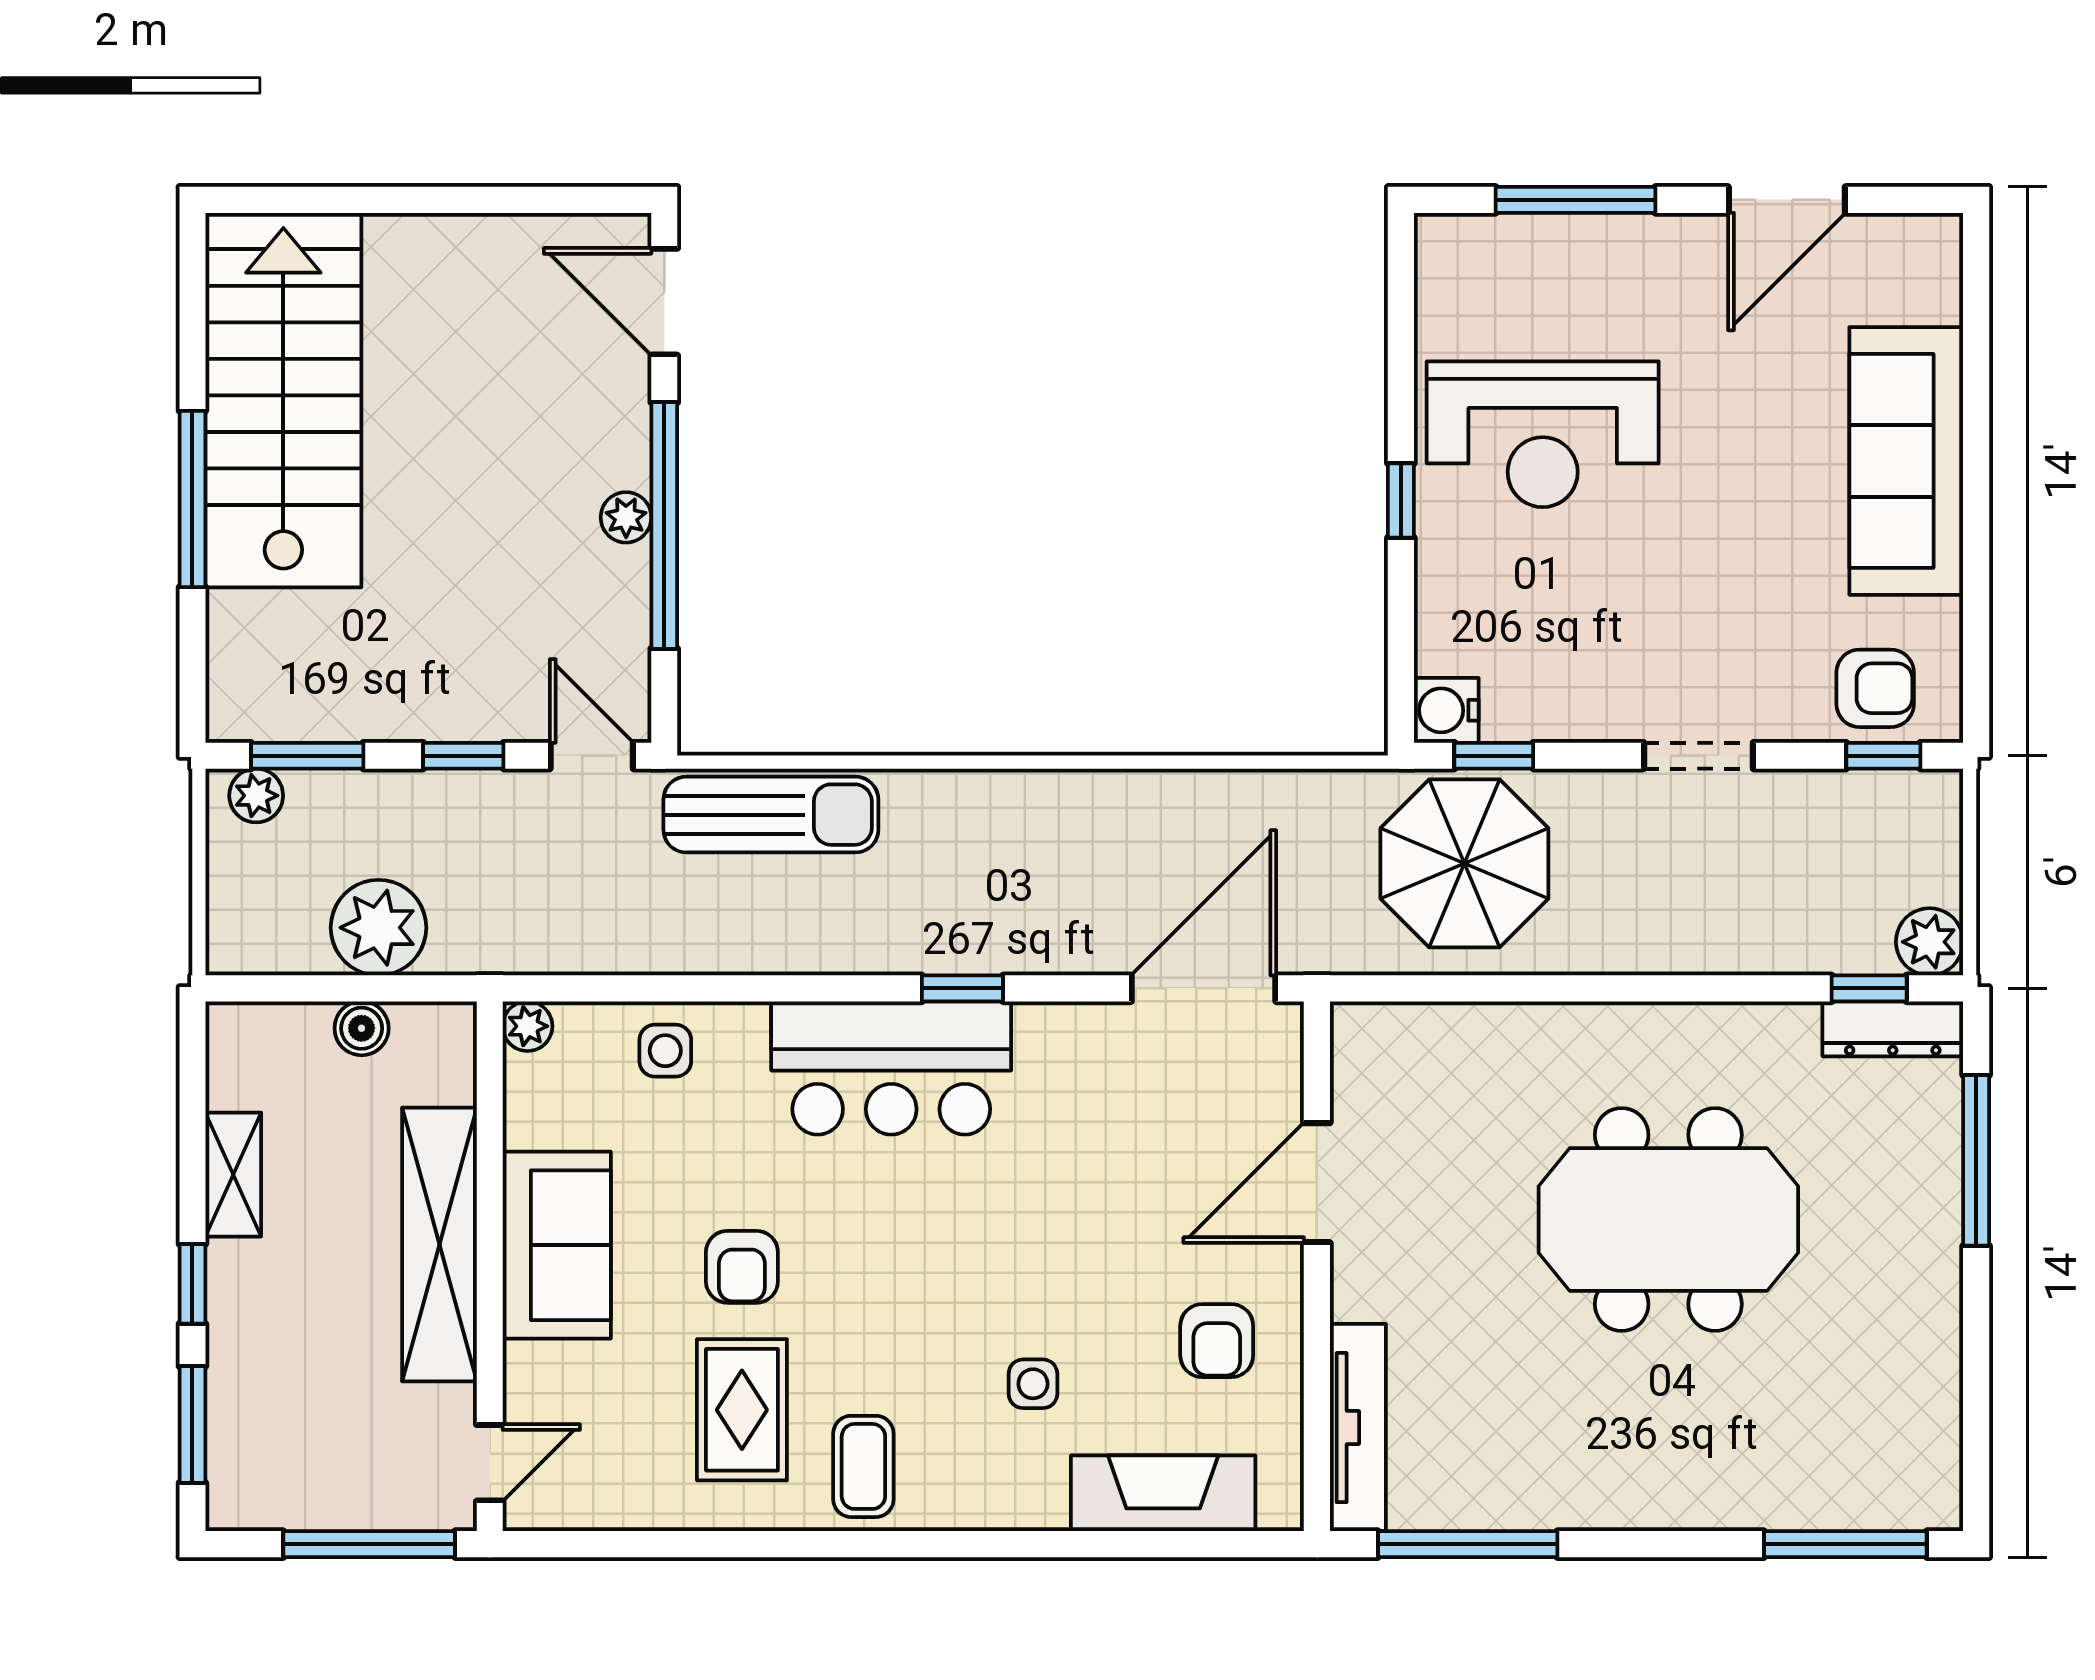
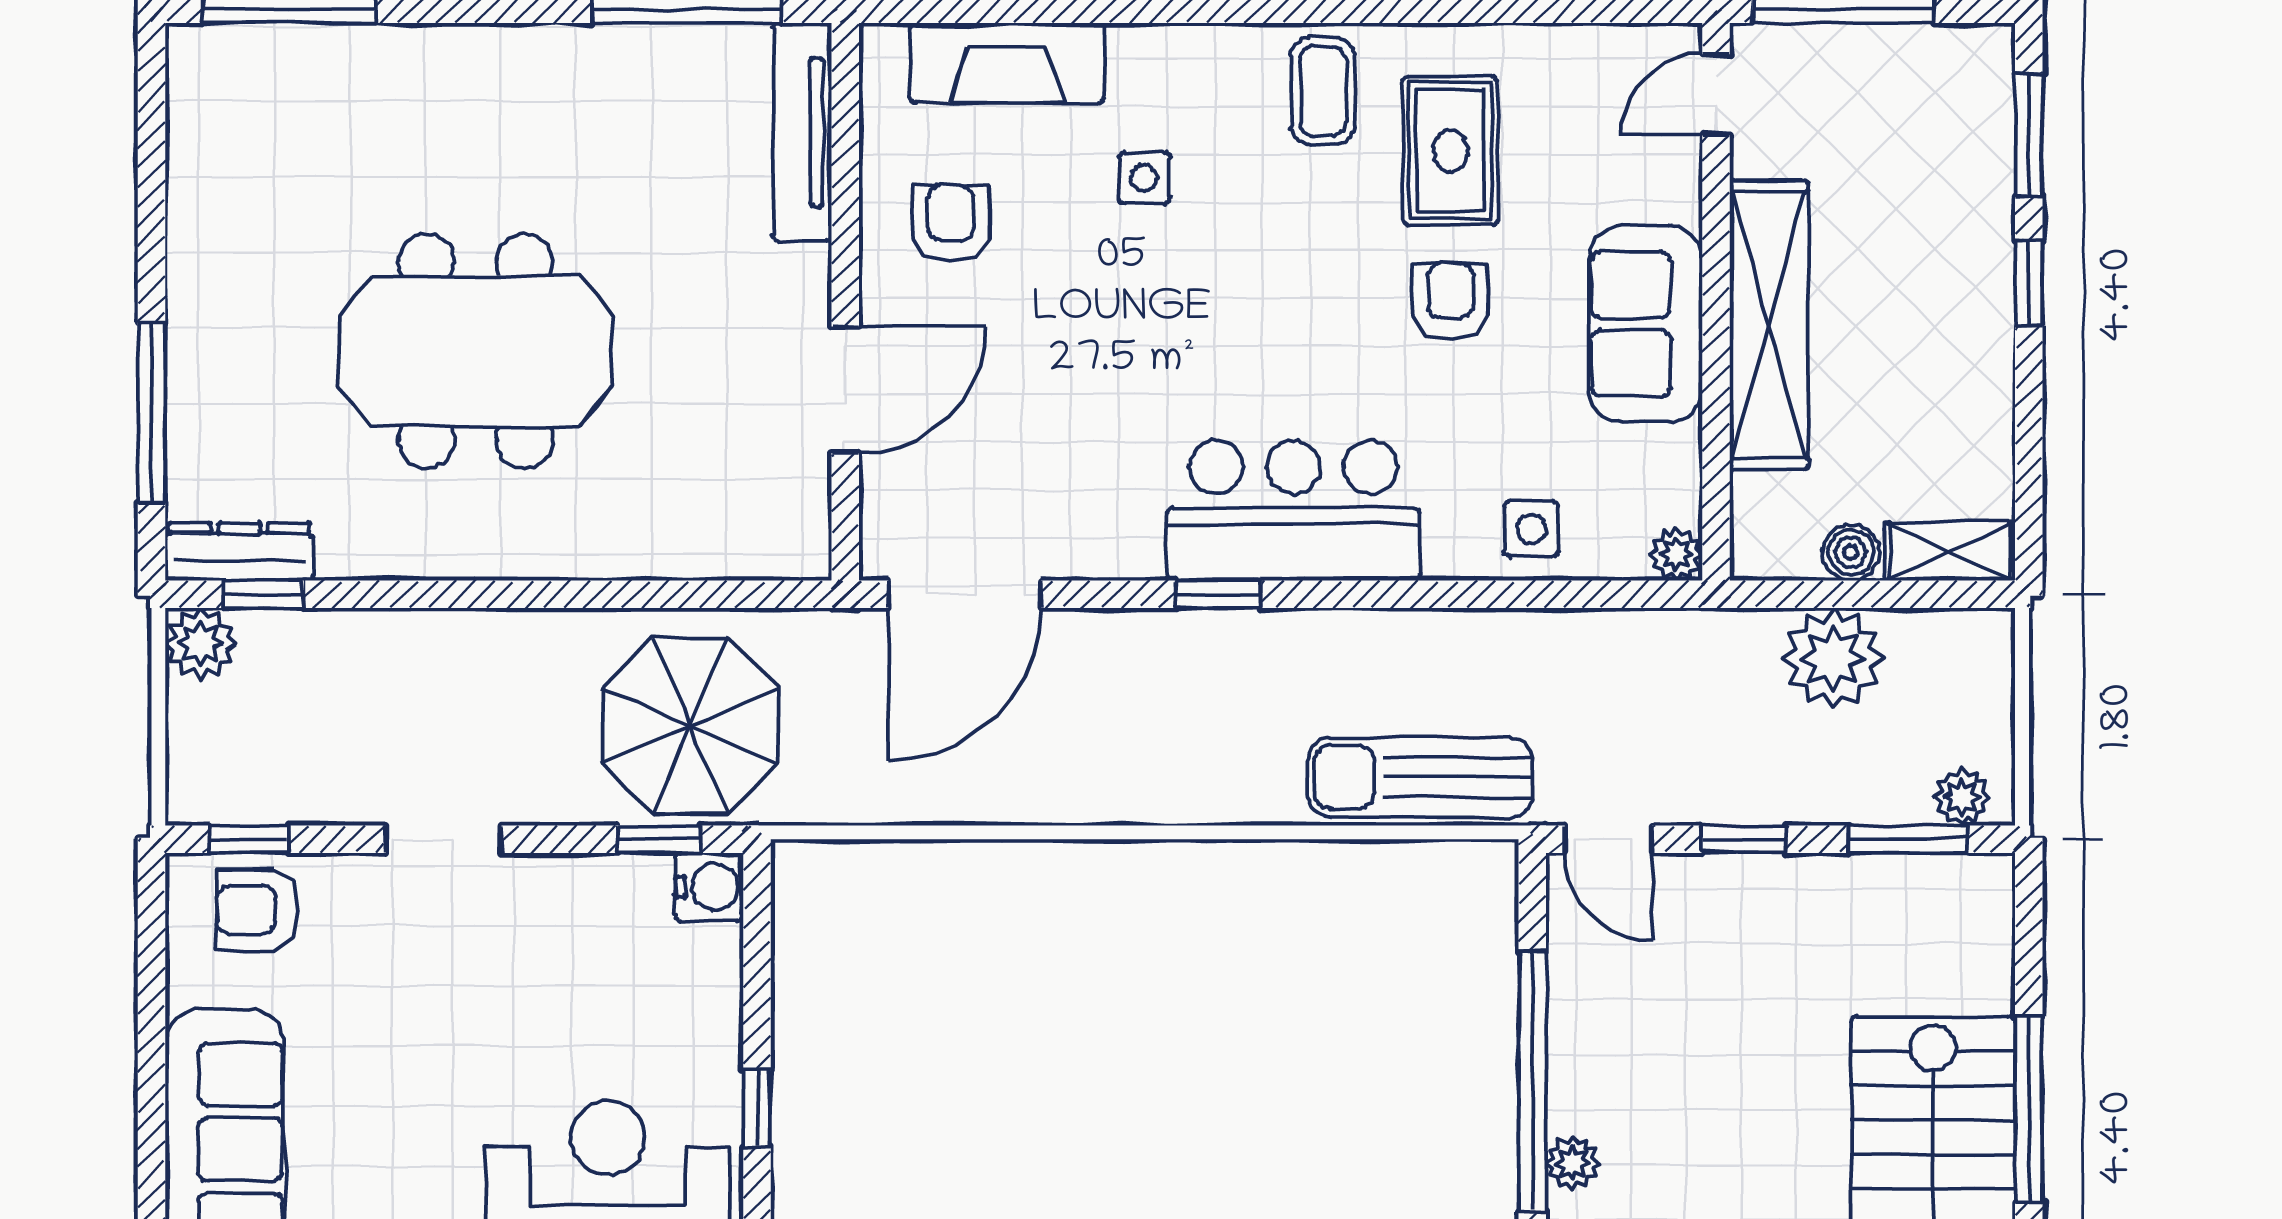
plant: (626, 517) -> (1573, 1163), moved
shelving: (233, 1175) -> (1950, 551), moved, turned 90

